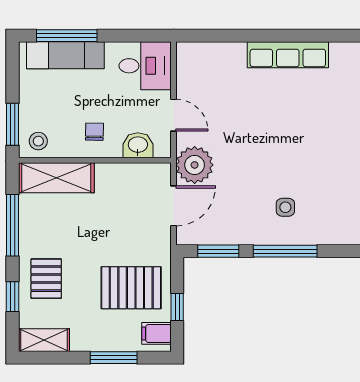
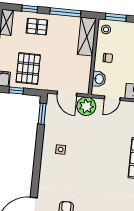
window: (285, 251) -> (39, 147), removed

